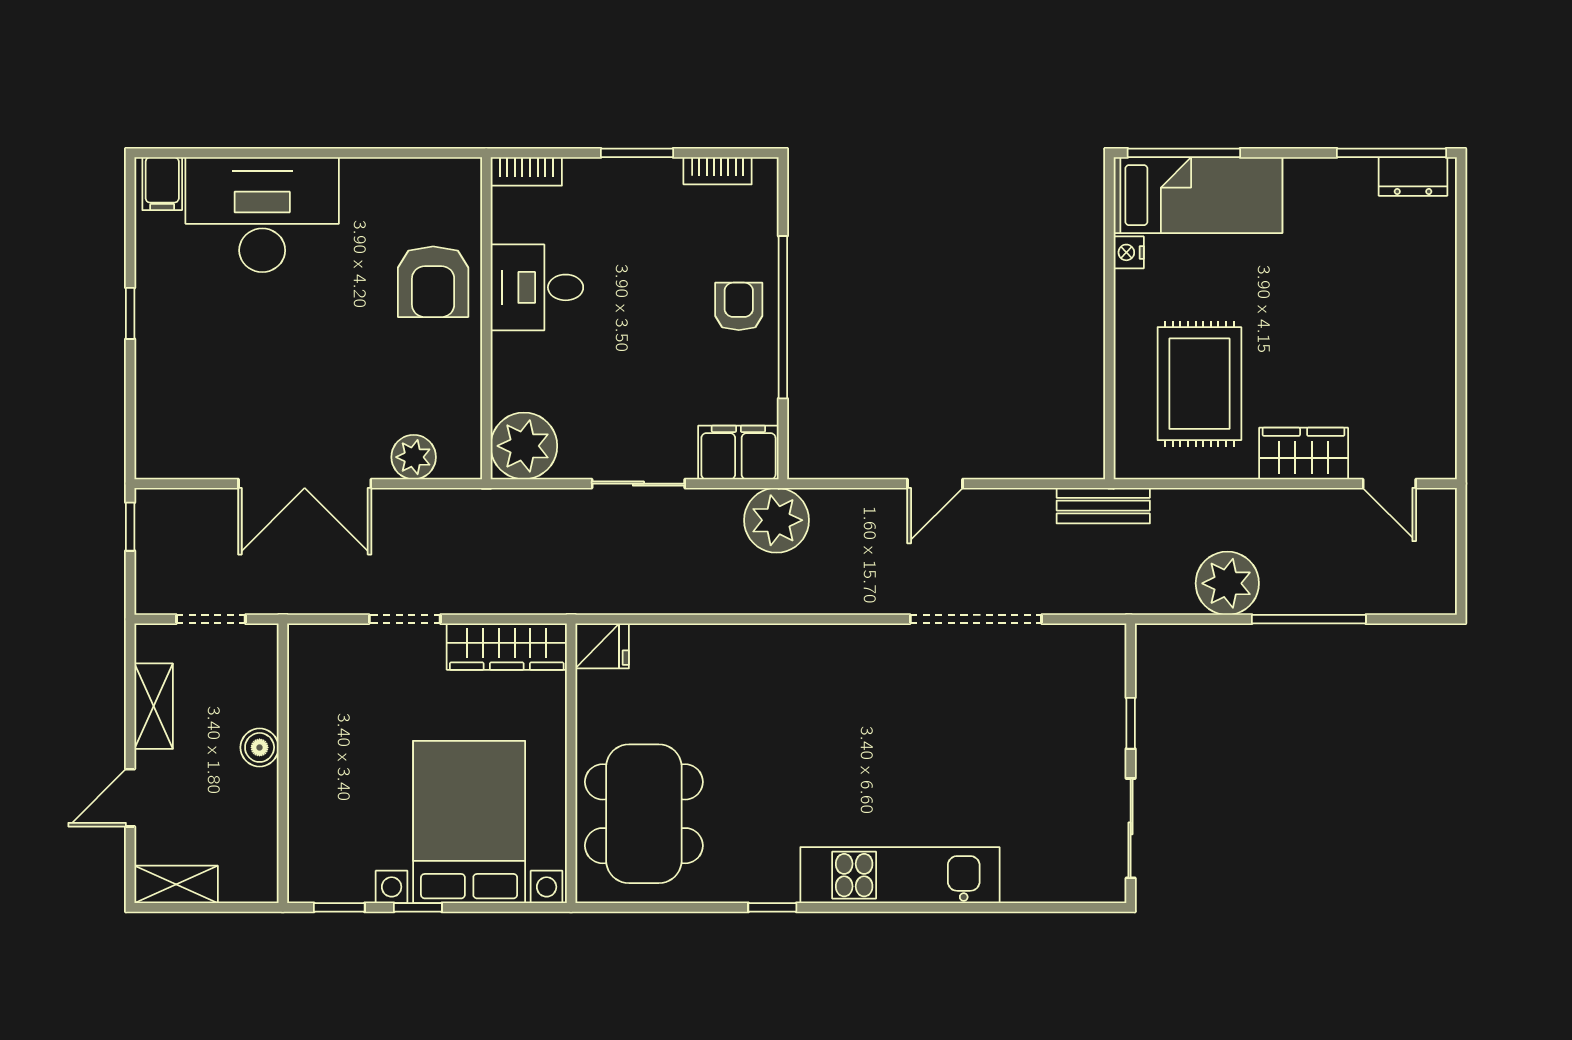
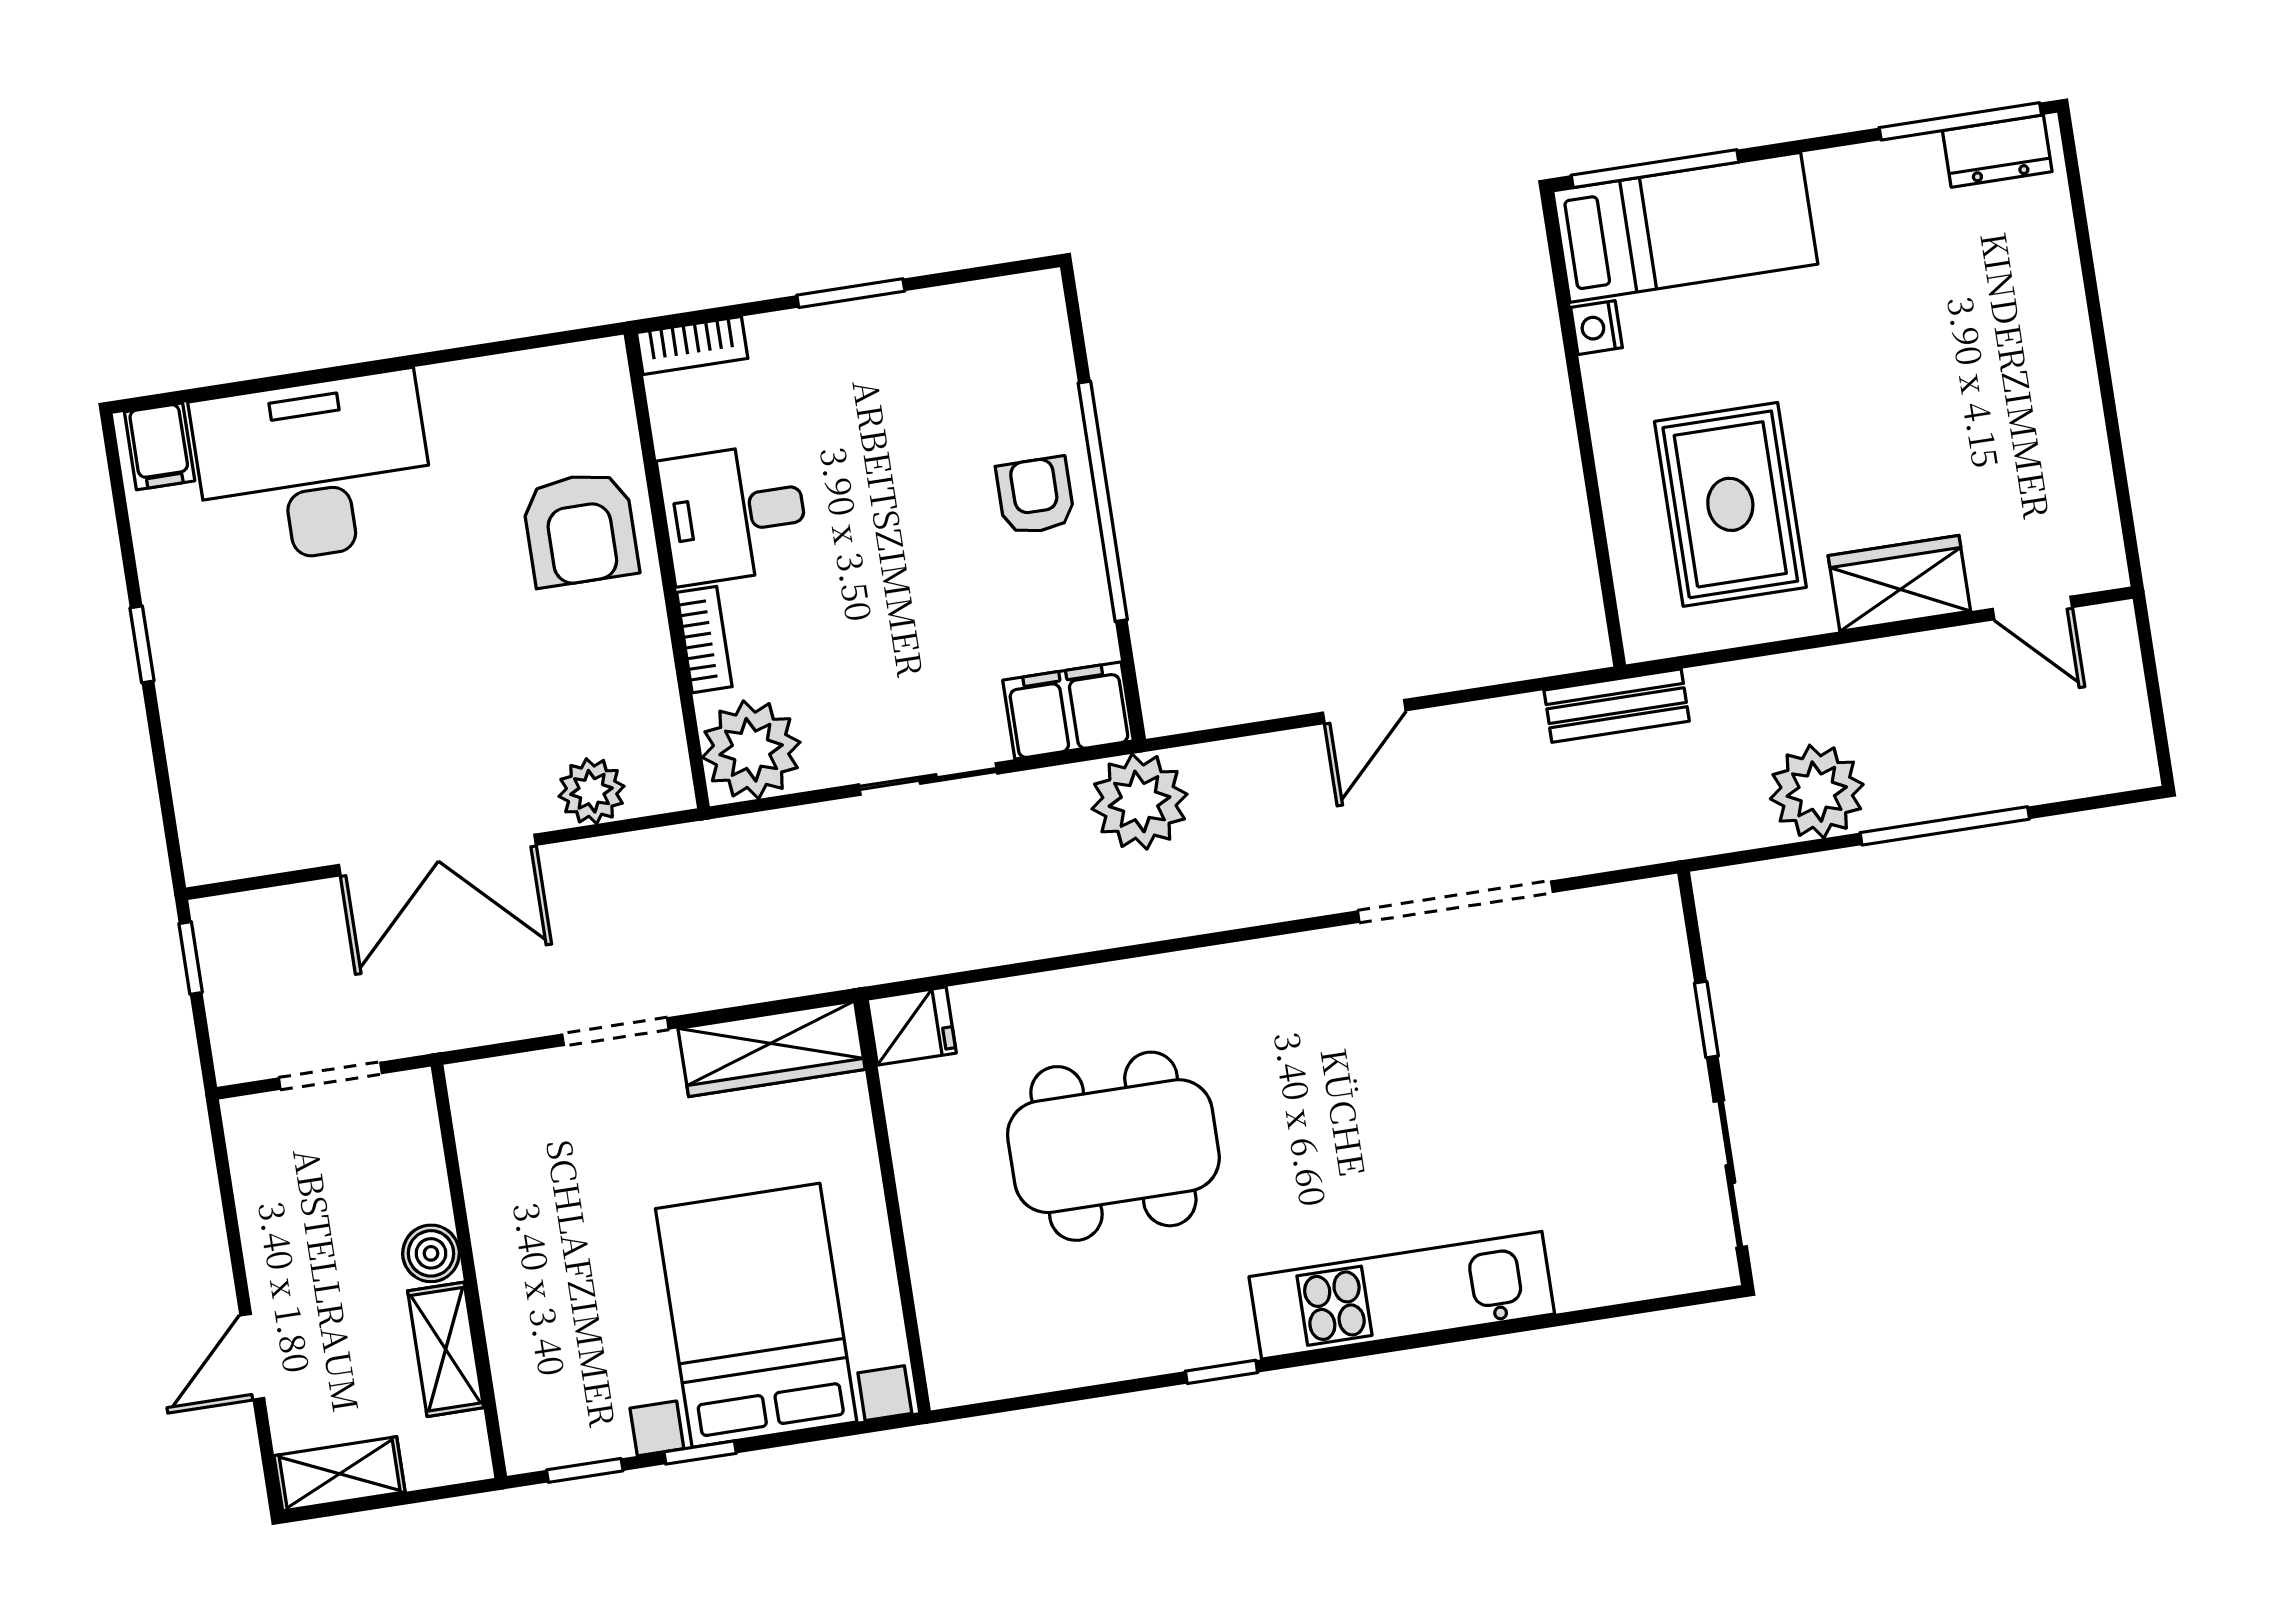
bookcase: (718, 171) -> (704, 640), moved, turned -90
shelving: (154, 706) -> (446, 1349), moved
dining table: (644, 814) -> (1113, 1146), moved, turned 90

